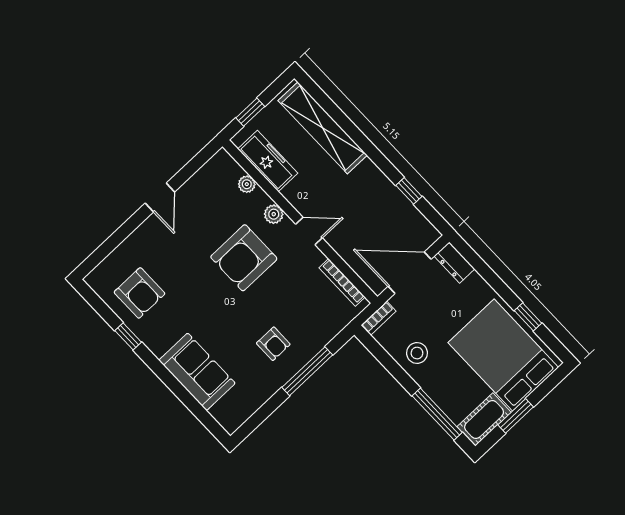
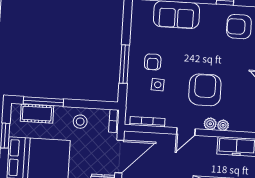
plant: (247, 184) -> (223, 125), moved
side table: (291, 313) -> (158, 85), added
armchair: (273, 344) -> (153, 62), turned -90
cot: (484, 420) -> (37, 114), moved, turned 90

